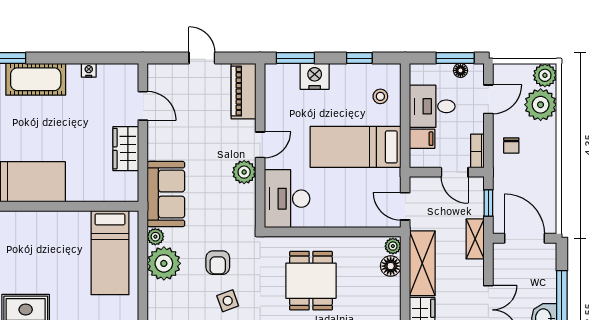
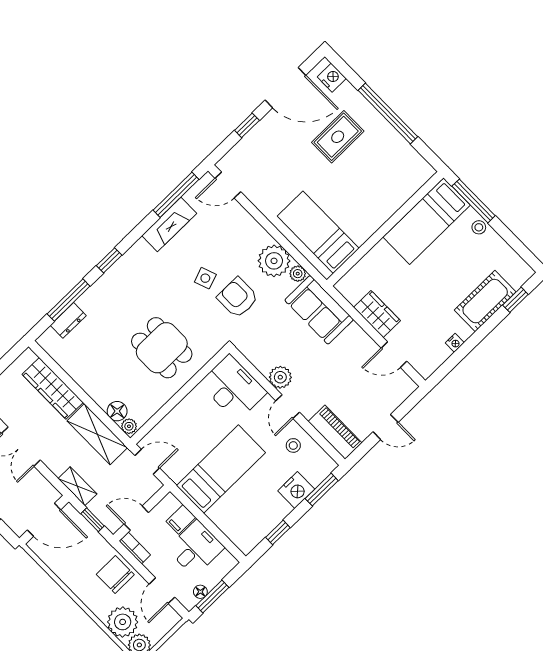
stool: (380, 96) -> (293, 445), moved
chair: (511, 145) -> (115, 574), width x1.87, depth x1.87
armchair: (218, 263) -> (238, 298), width x1.38, depth x1.38

